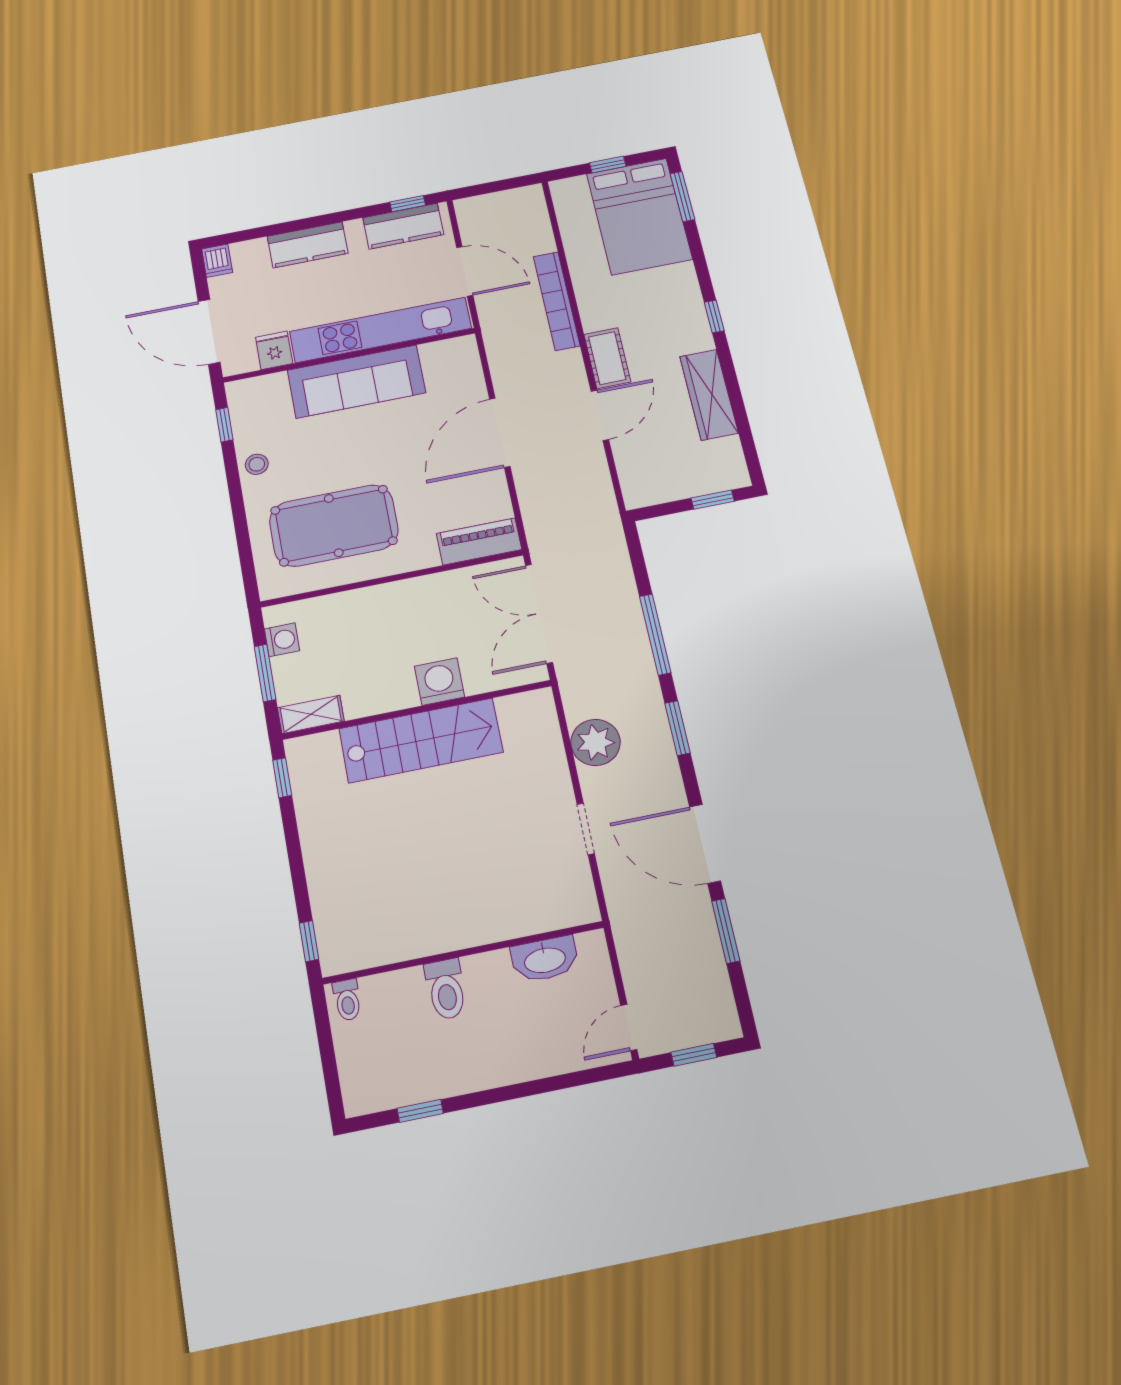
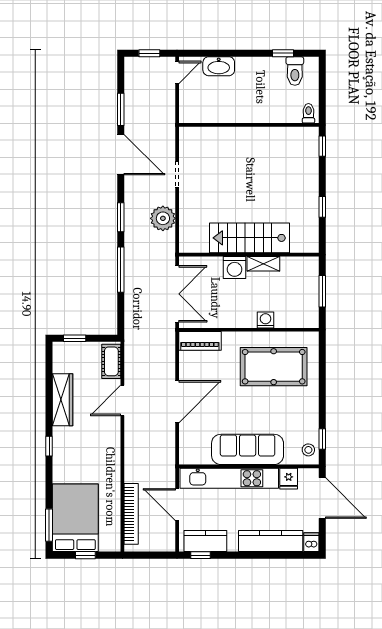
kitchen counter: (308, 245) -> (271, 541), width x1.50
bookcase: (557, 301) -> (131, 514), moved
cot: (607, 358) -> (111, 361), moved
stool: (257, 464) -> (308, 450), moved
washing machine: (282, 640) -> (266, 320), moved, turned 90
shelving: (311, 714) -> (263, 264), moved
window: (282, 778) -> (322, 207), moved
washbasin: (545, 959) -> (219, 66), moved, turned 180
toilet: (446, 989) -> (295, 71), moved, turned 180

